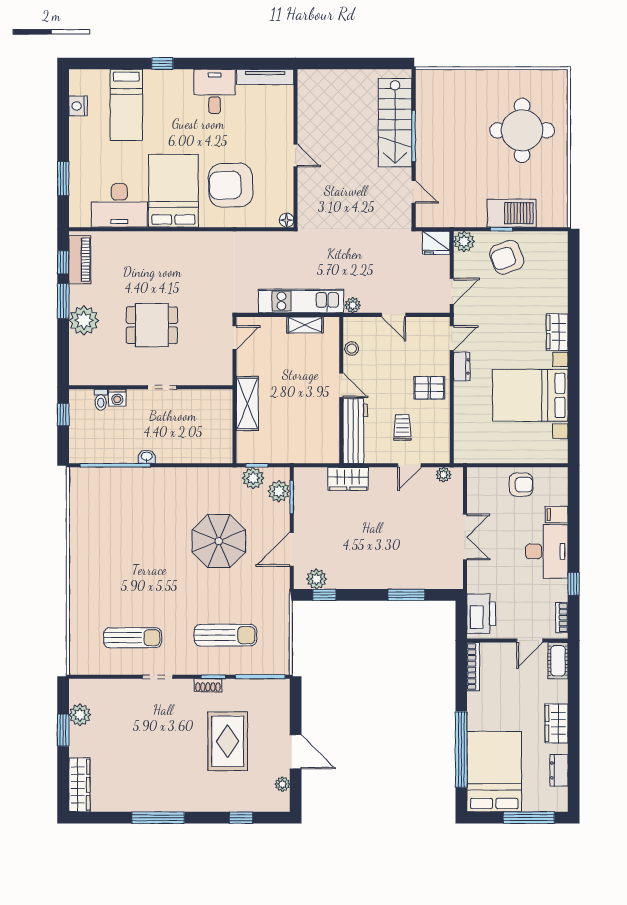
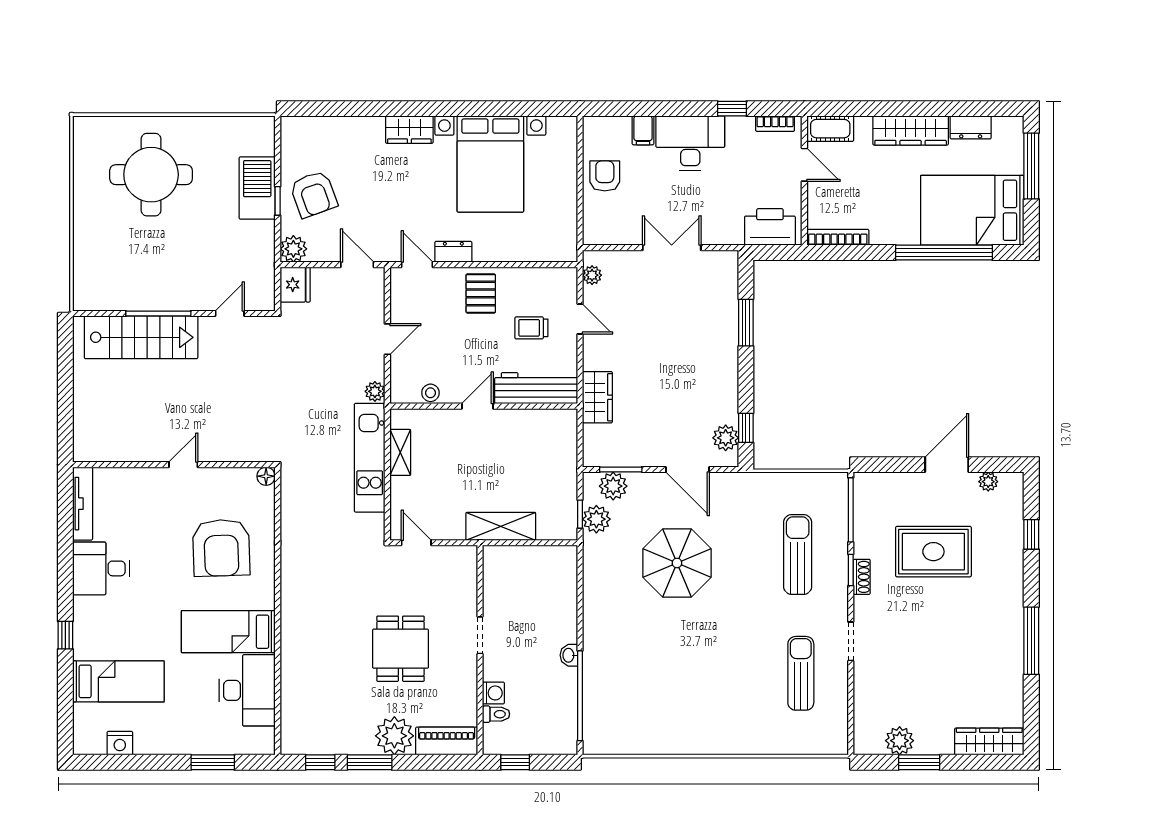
bed: (173, 191) -> (228, 632), width x0.67
piano: (80, 260) -> (447, 741), moved
wardrobe: (556, 723) -> (911, 130), width x1.50

